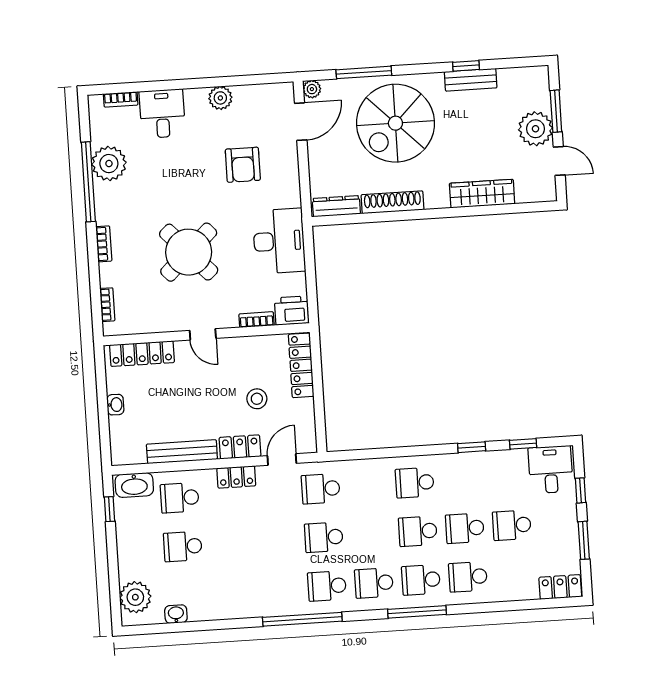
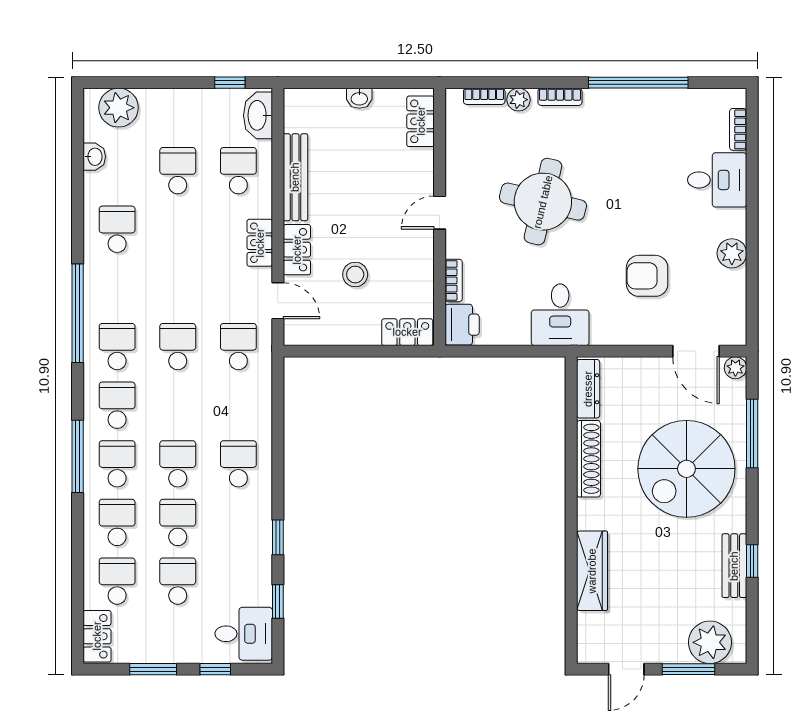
spiral stairs: (395, 123) -> (686, 469), turned -90
plant: (535, 129) -> (710, 642), moved
plant: (109, 164) -> (518, 100), moved, width x0.53, depth x0.53
desk: (279, 241) -> (560, 315), width x0.73
round table: (189, 252) -> (543, 202), turned -34
locker: (142, 354) -> (421, 121), width x0.66
locker: (301, 365) -> (407, 332), width x0.66
school desk: (515, 574) -> (117, 581), added
school desk: (233, 592) -> (117, 229), added

